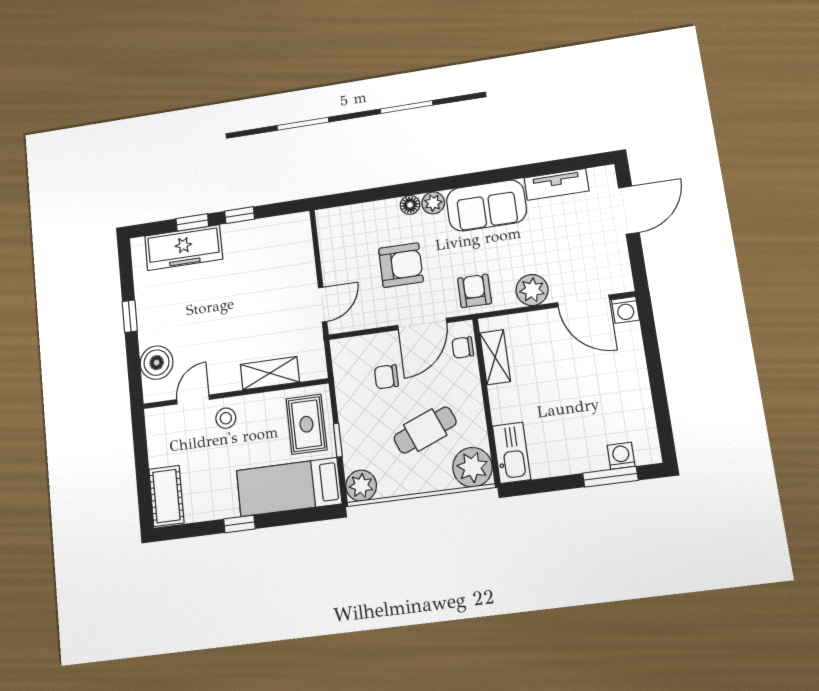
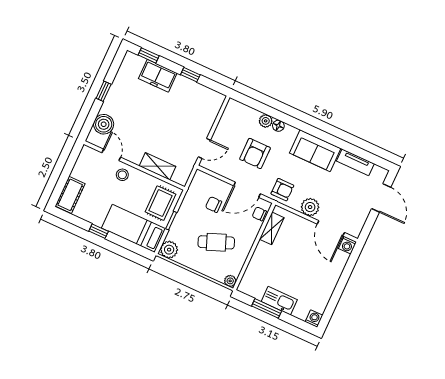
plant: (433, 203) -> (266, 121), moved
door: (629, 210) -> (381, 198), hinge flipped
window: (192, 222) -> (149, 55), moved
freezer: (184, 248) -> (158, 76), width x0.71
armchair: (401, 265) -> (255, 153), turned 90
armchair: (474, 291) -> (282, 190), turned 90
door: (193, 399) -> (111, 155), hinge flipped
kitchen sink: (511, 453) -> (279, 301), moved, turned -90
washing machine: (621, 456) -> (314, 319), moved
plant: (472, 467) -> (230, 281), width x0.53, depth x0.53
window: (610, 477) -> (267, 308), moved

